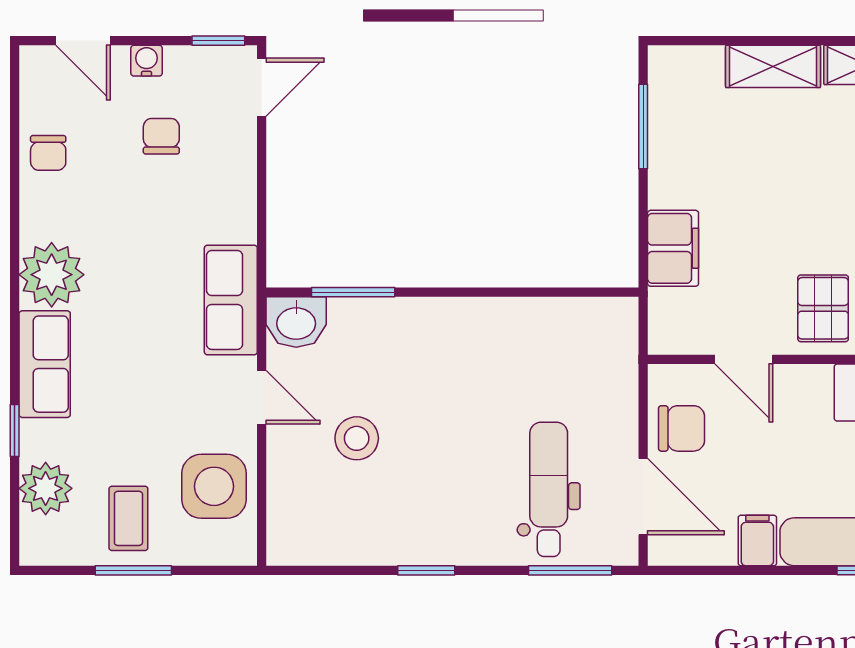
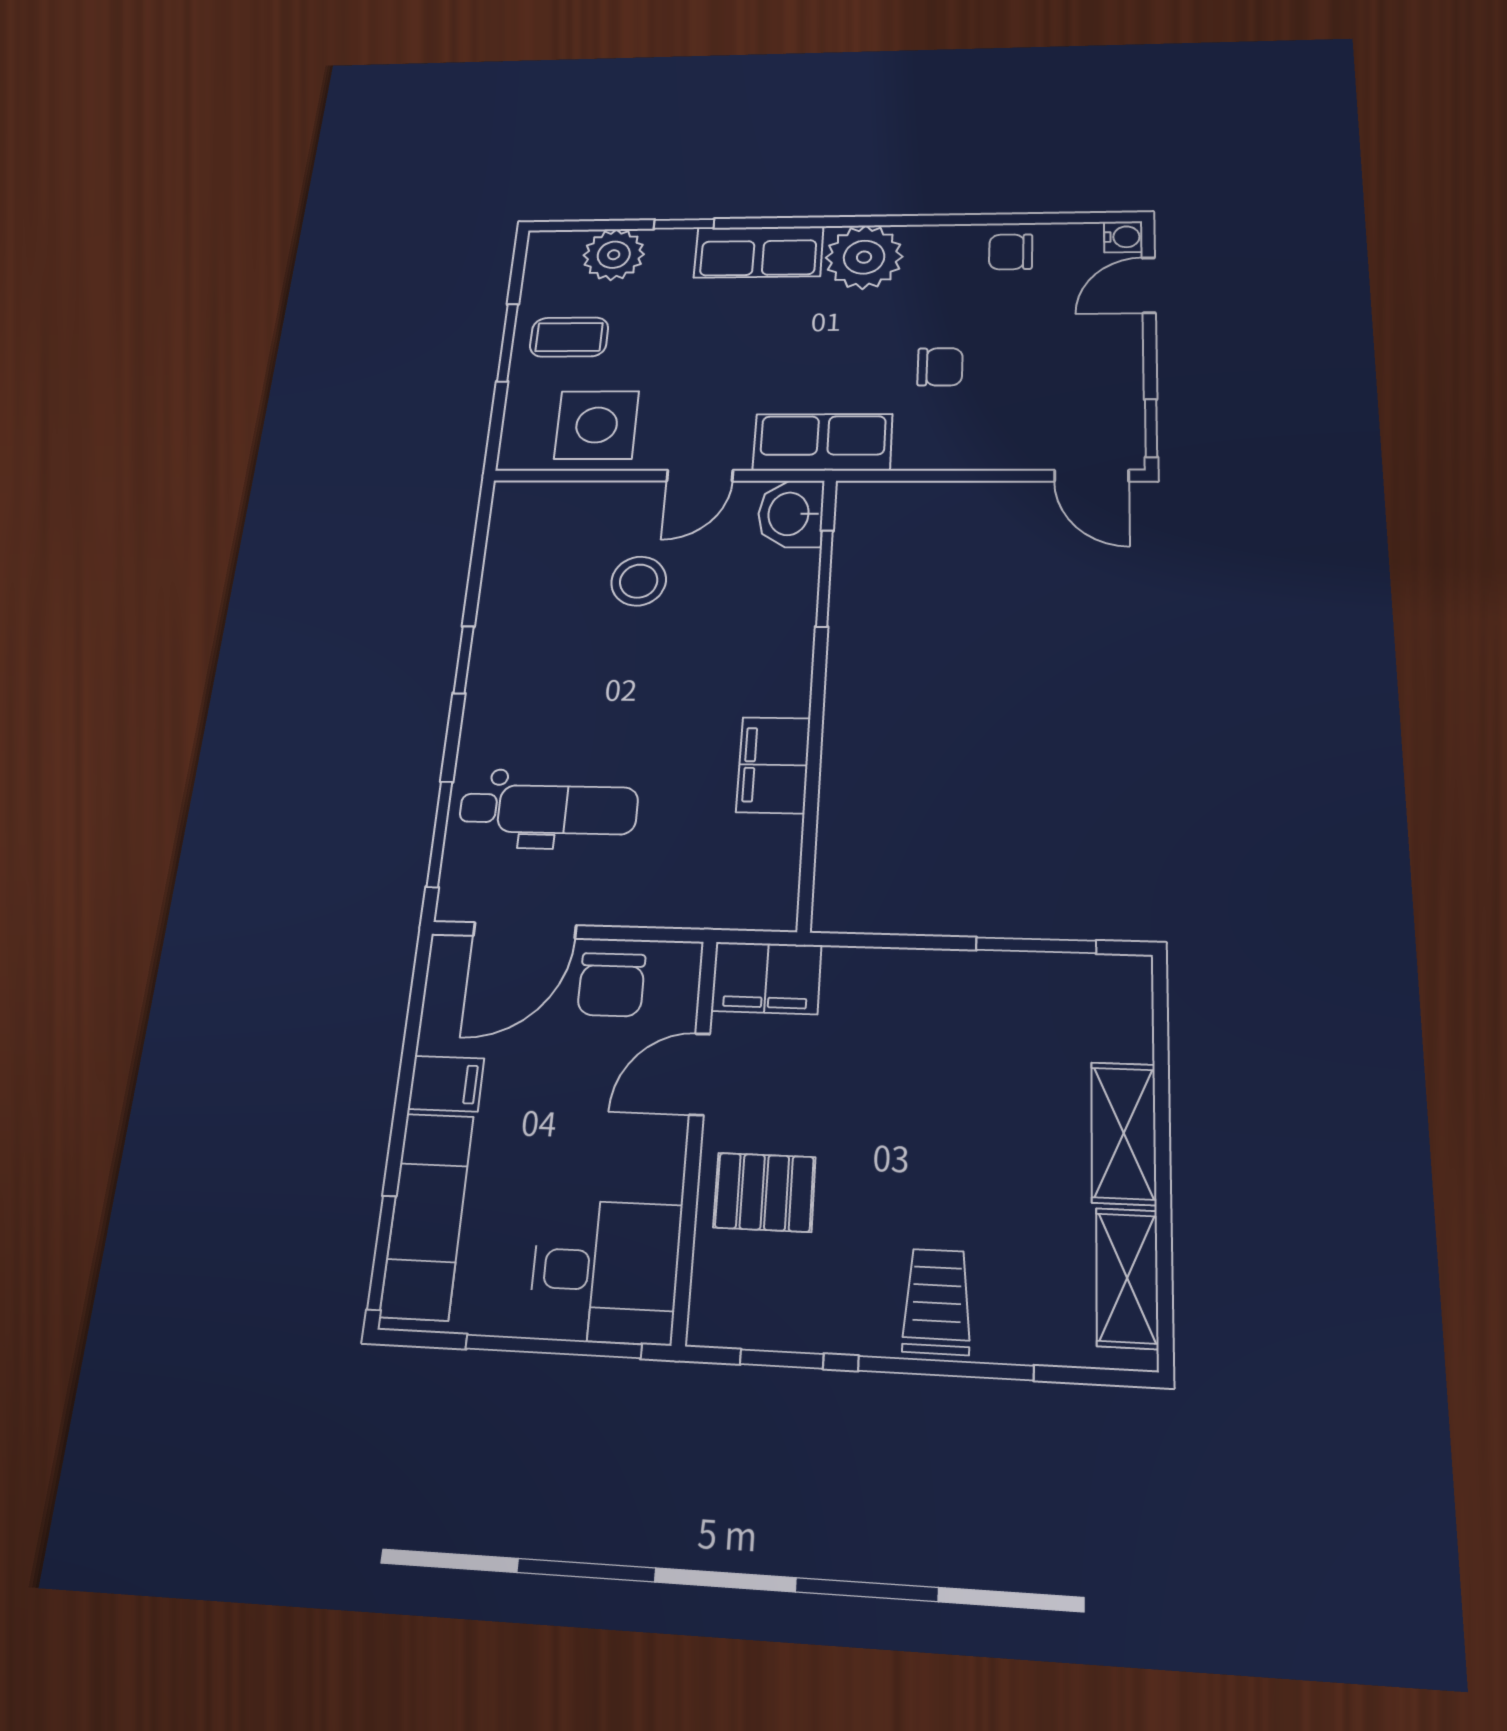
water cooler: (147, 61) -> (1123, 237), moved
chair: (161, 136) -> (940, 367), moved
filing cabinet: (673, 248) -> (766, 978), moved
filing cabinet: (510, 322) -> (773, 765), added

